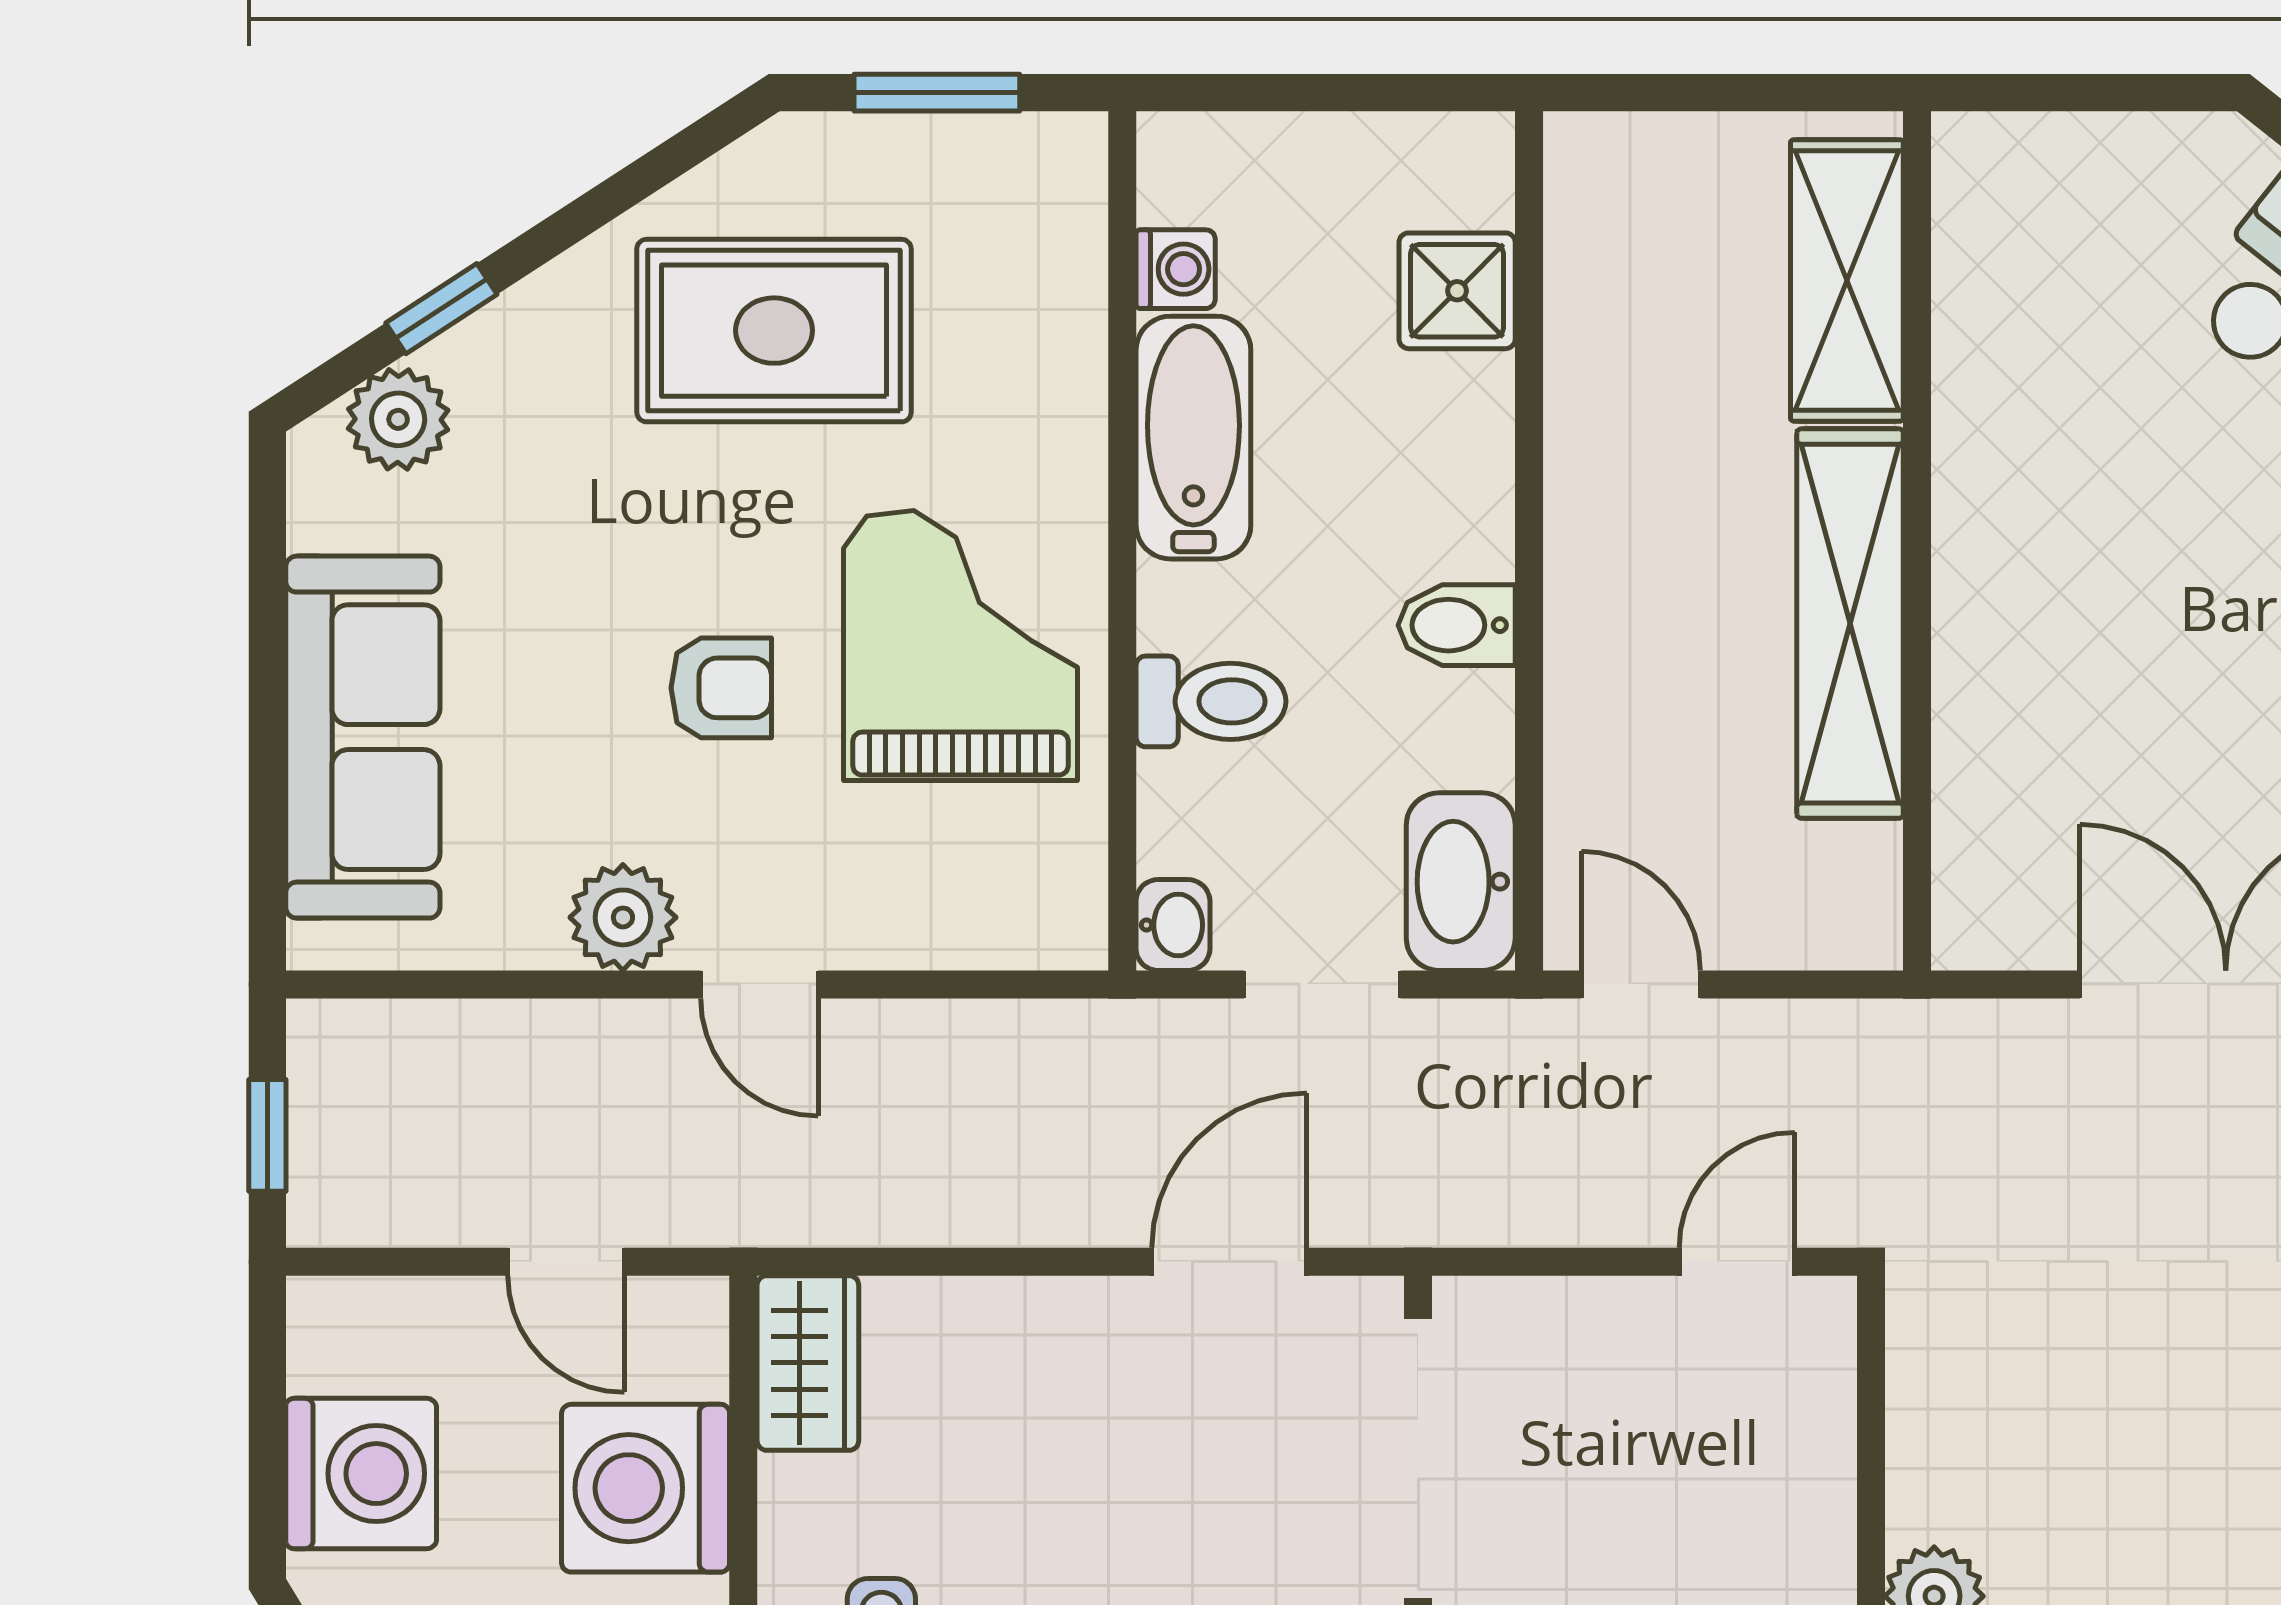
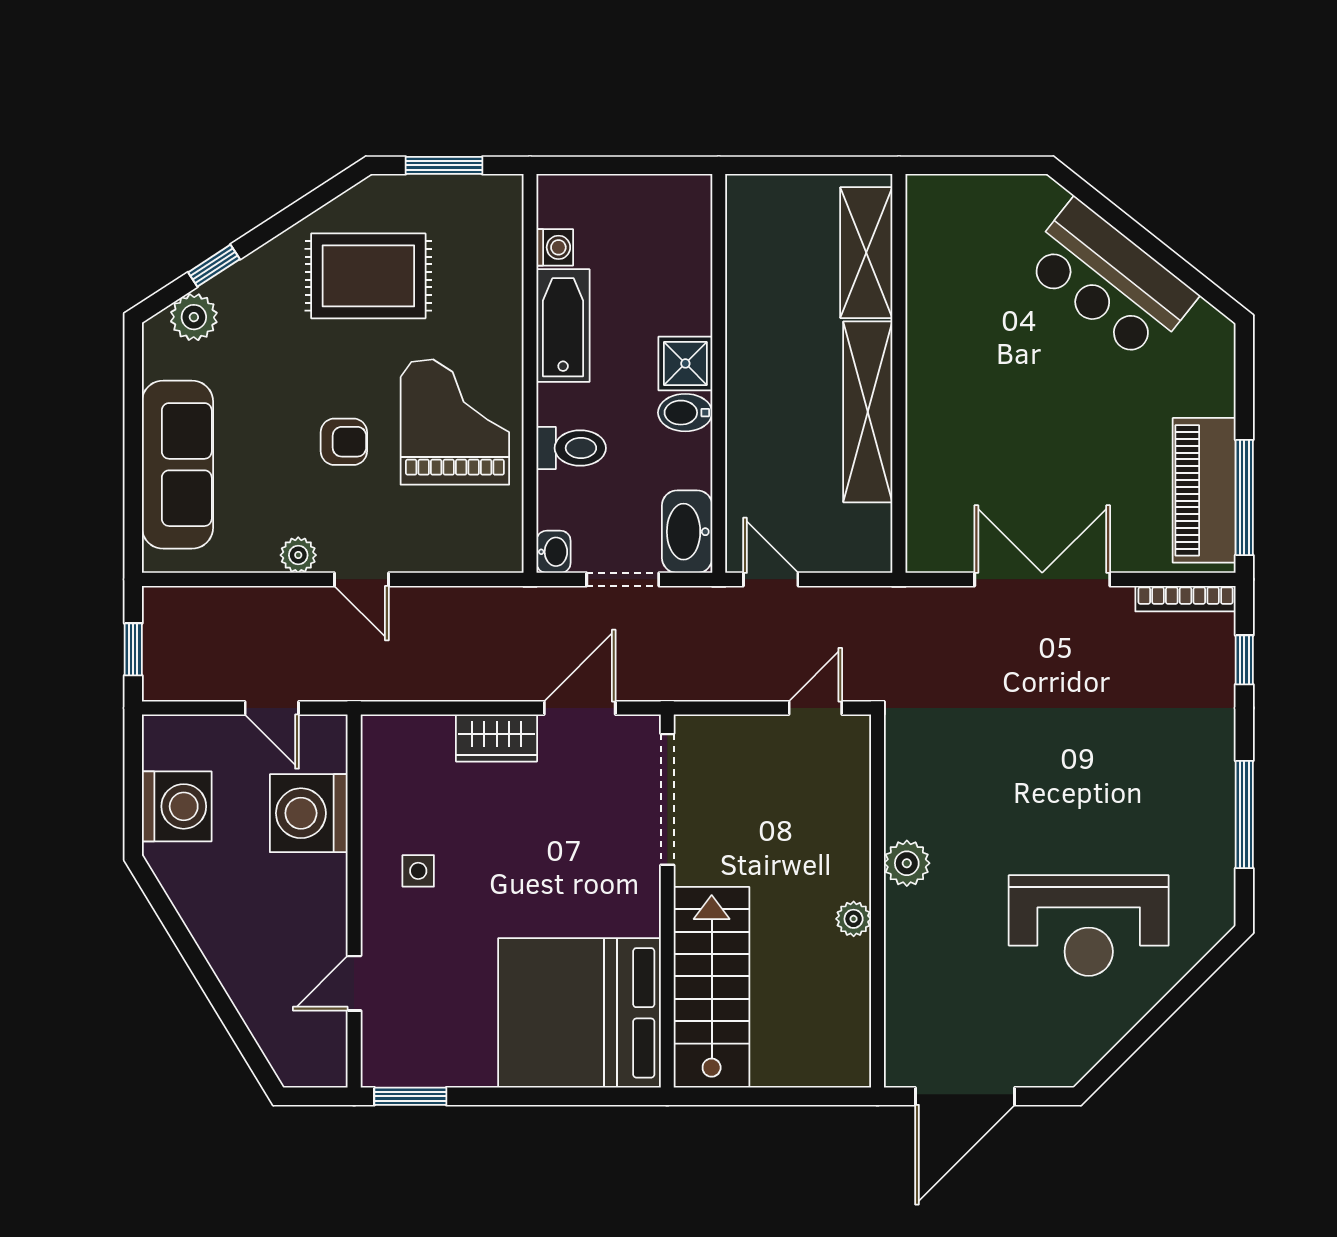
shower: (1457, 291) -> (685, 363), moved
plant: (623, 917) -> (298, 555), width x0.73, depth x0.73
wardrobe: (808, 1363) -> (497, 738), moved, turned 90

